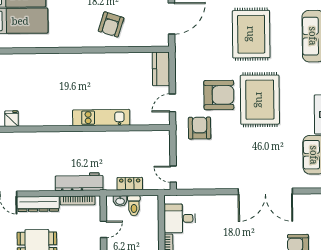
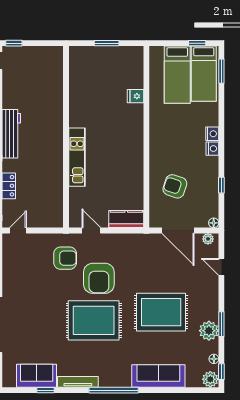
armchair: (111, 24) -> (175, 186), moved
fridge: (12, 119) -> (136, 96), moved, turned 180

